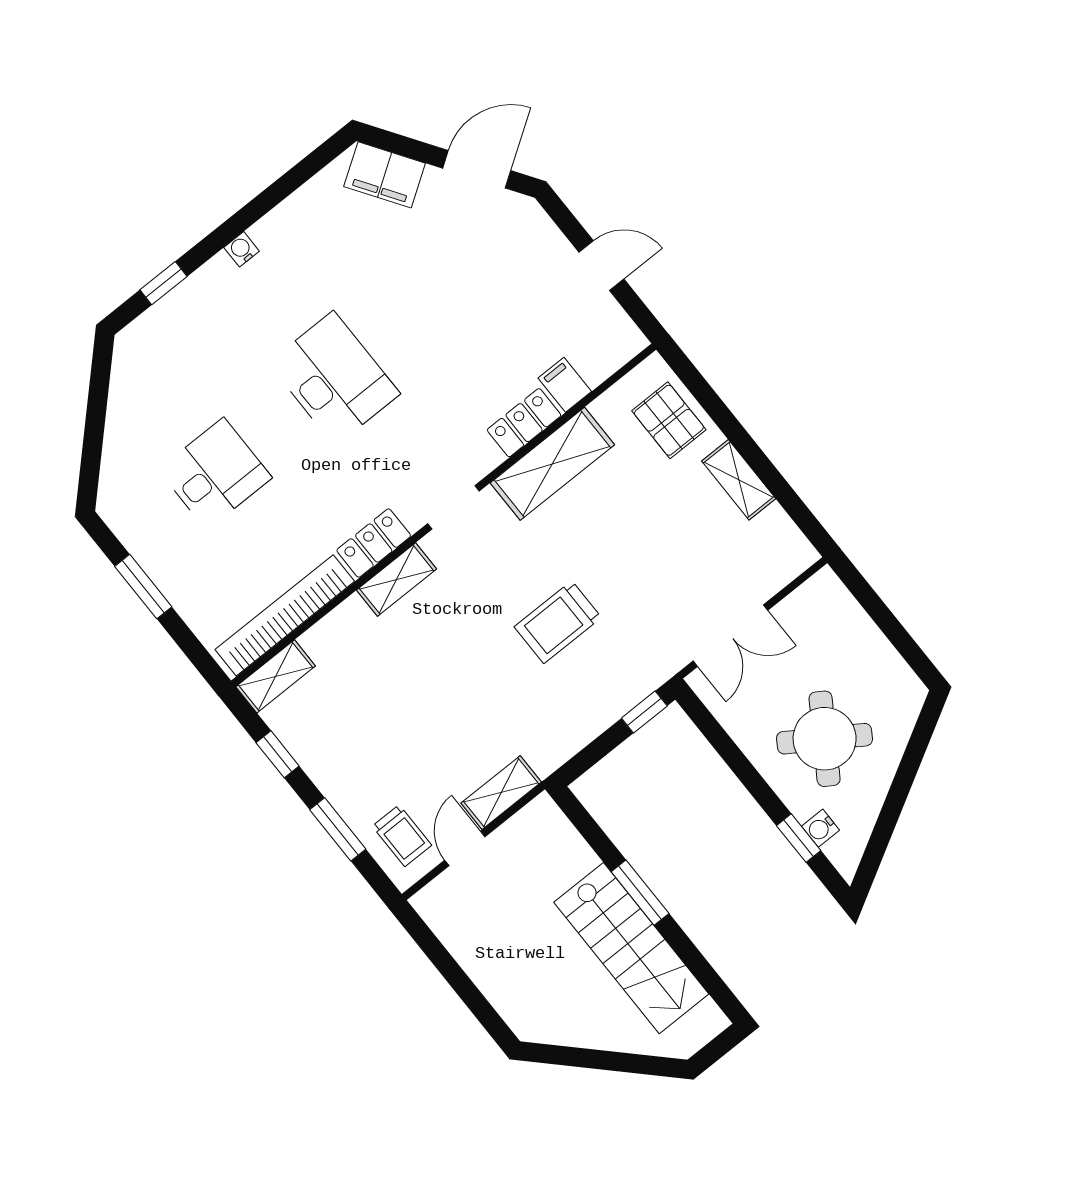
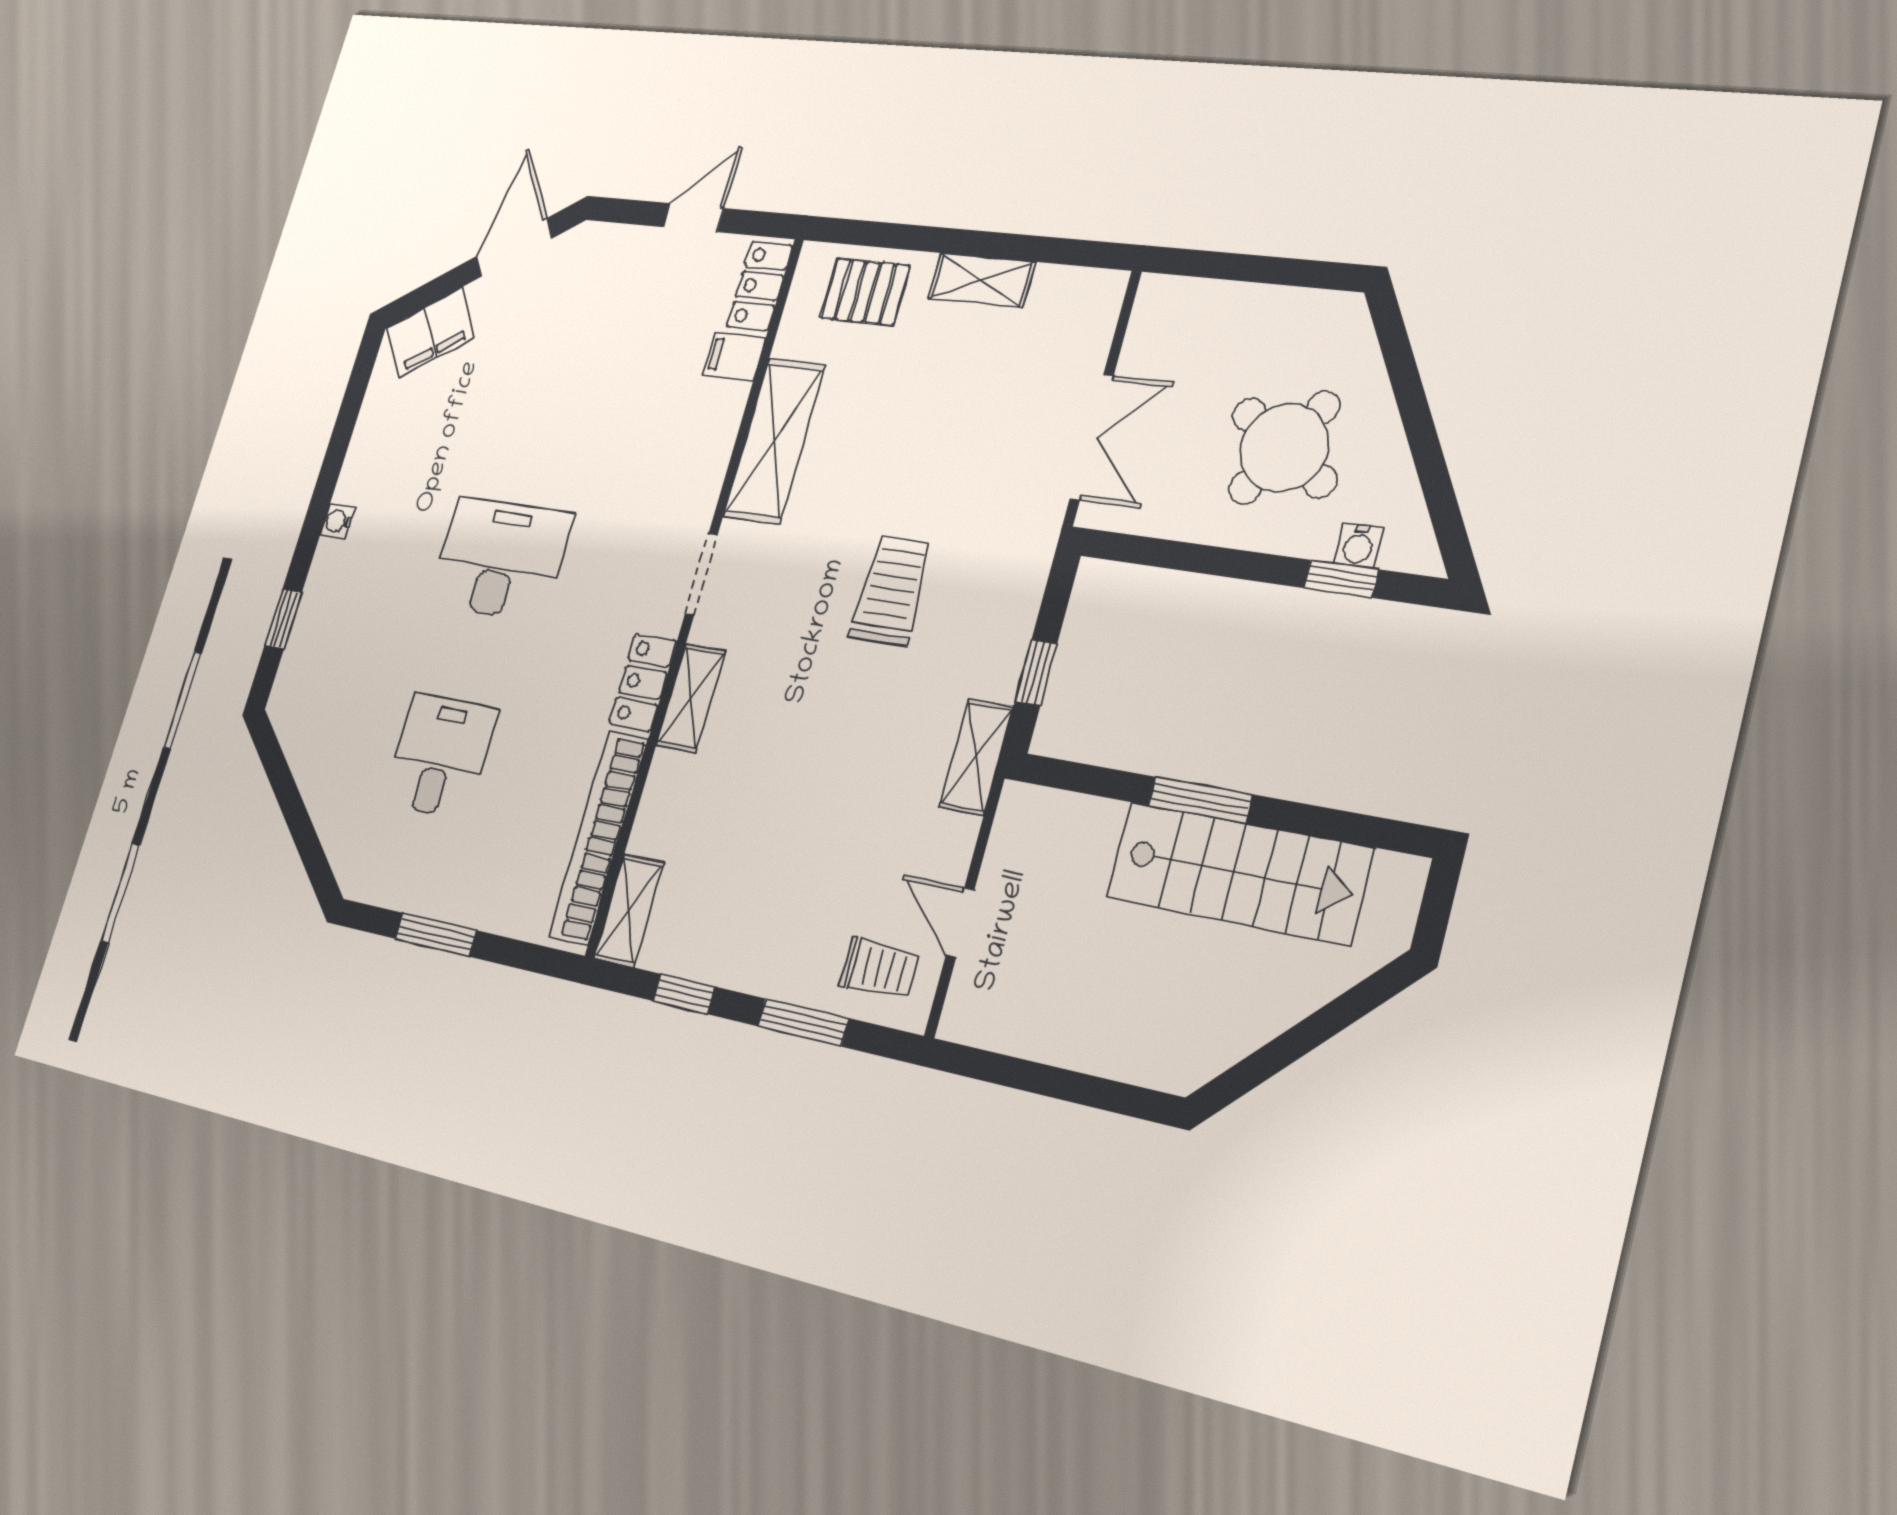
locker: (524, 423) -> (760, 286), moved
trolley: (558, 622) -> (892, 590), turned 180
window: (644, 712) -> (1036, 672), moved
shelving: (501, 793) -> (976, 757), moved

